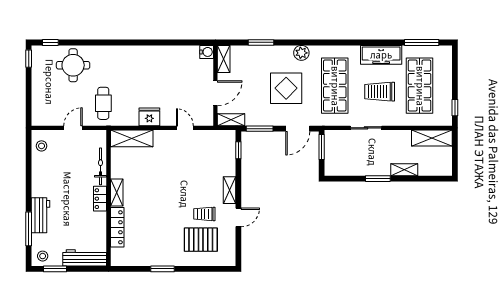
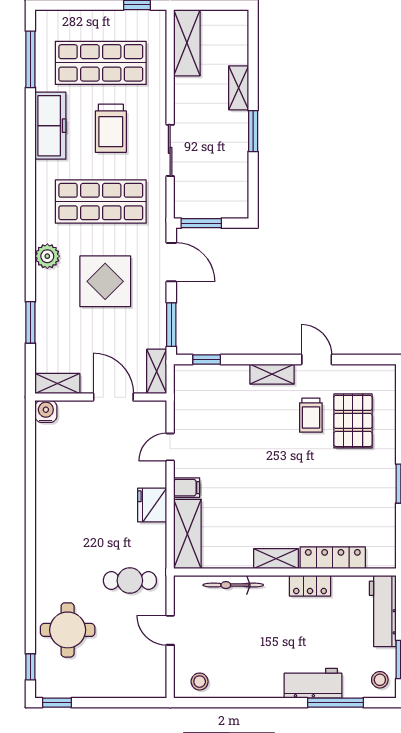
filing cabinet: (160, 138) -> (187, 488), added
locker: (100, 199) -> (310, 586), moved

